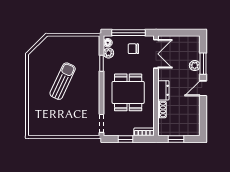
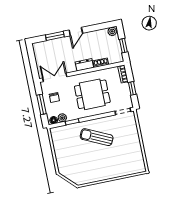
window: (128, 33) -> (42, 104), width x0.69
plant: (195, 66) -> (112, 31), moved
sun lounger: (63, 81) -> (97, 137), moved
door: (203, 88) -> (76, 32), hinge flipped

